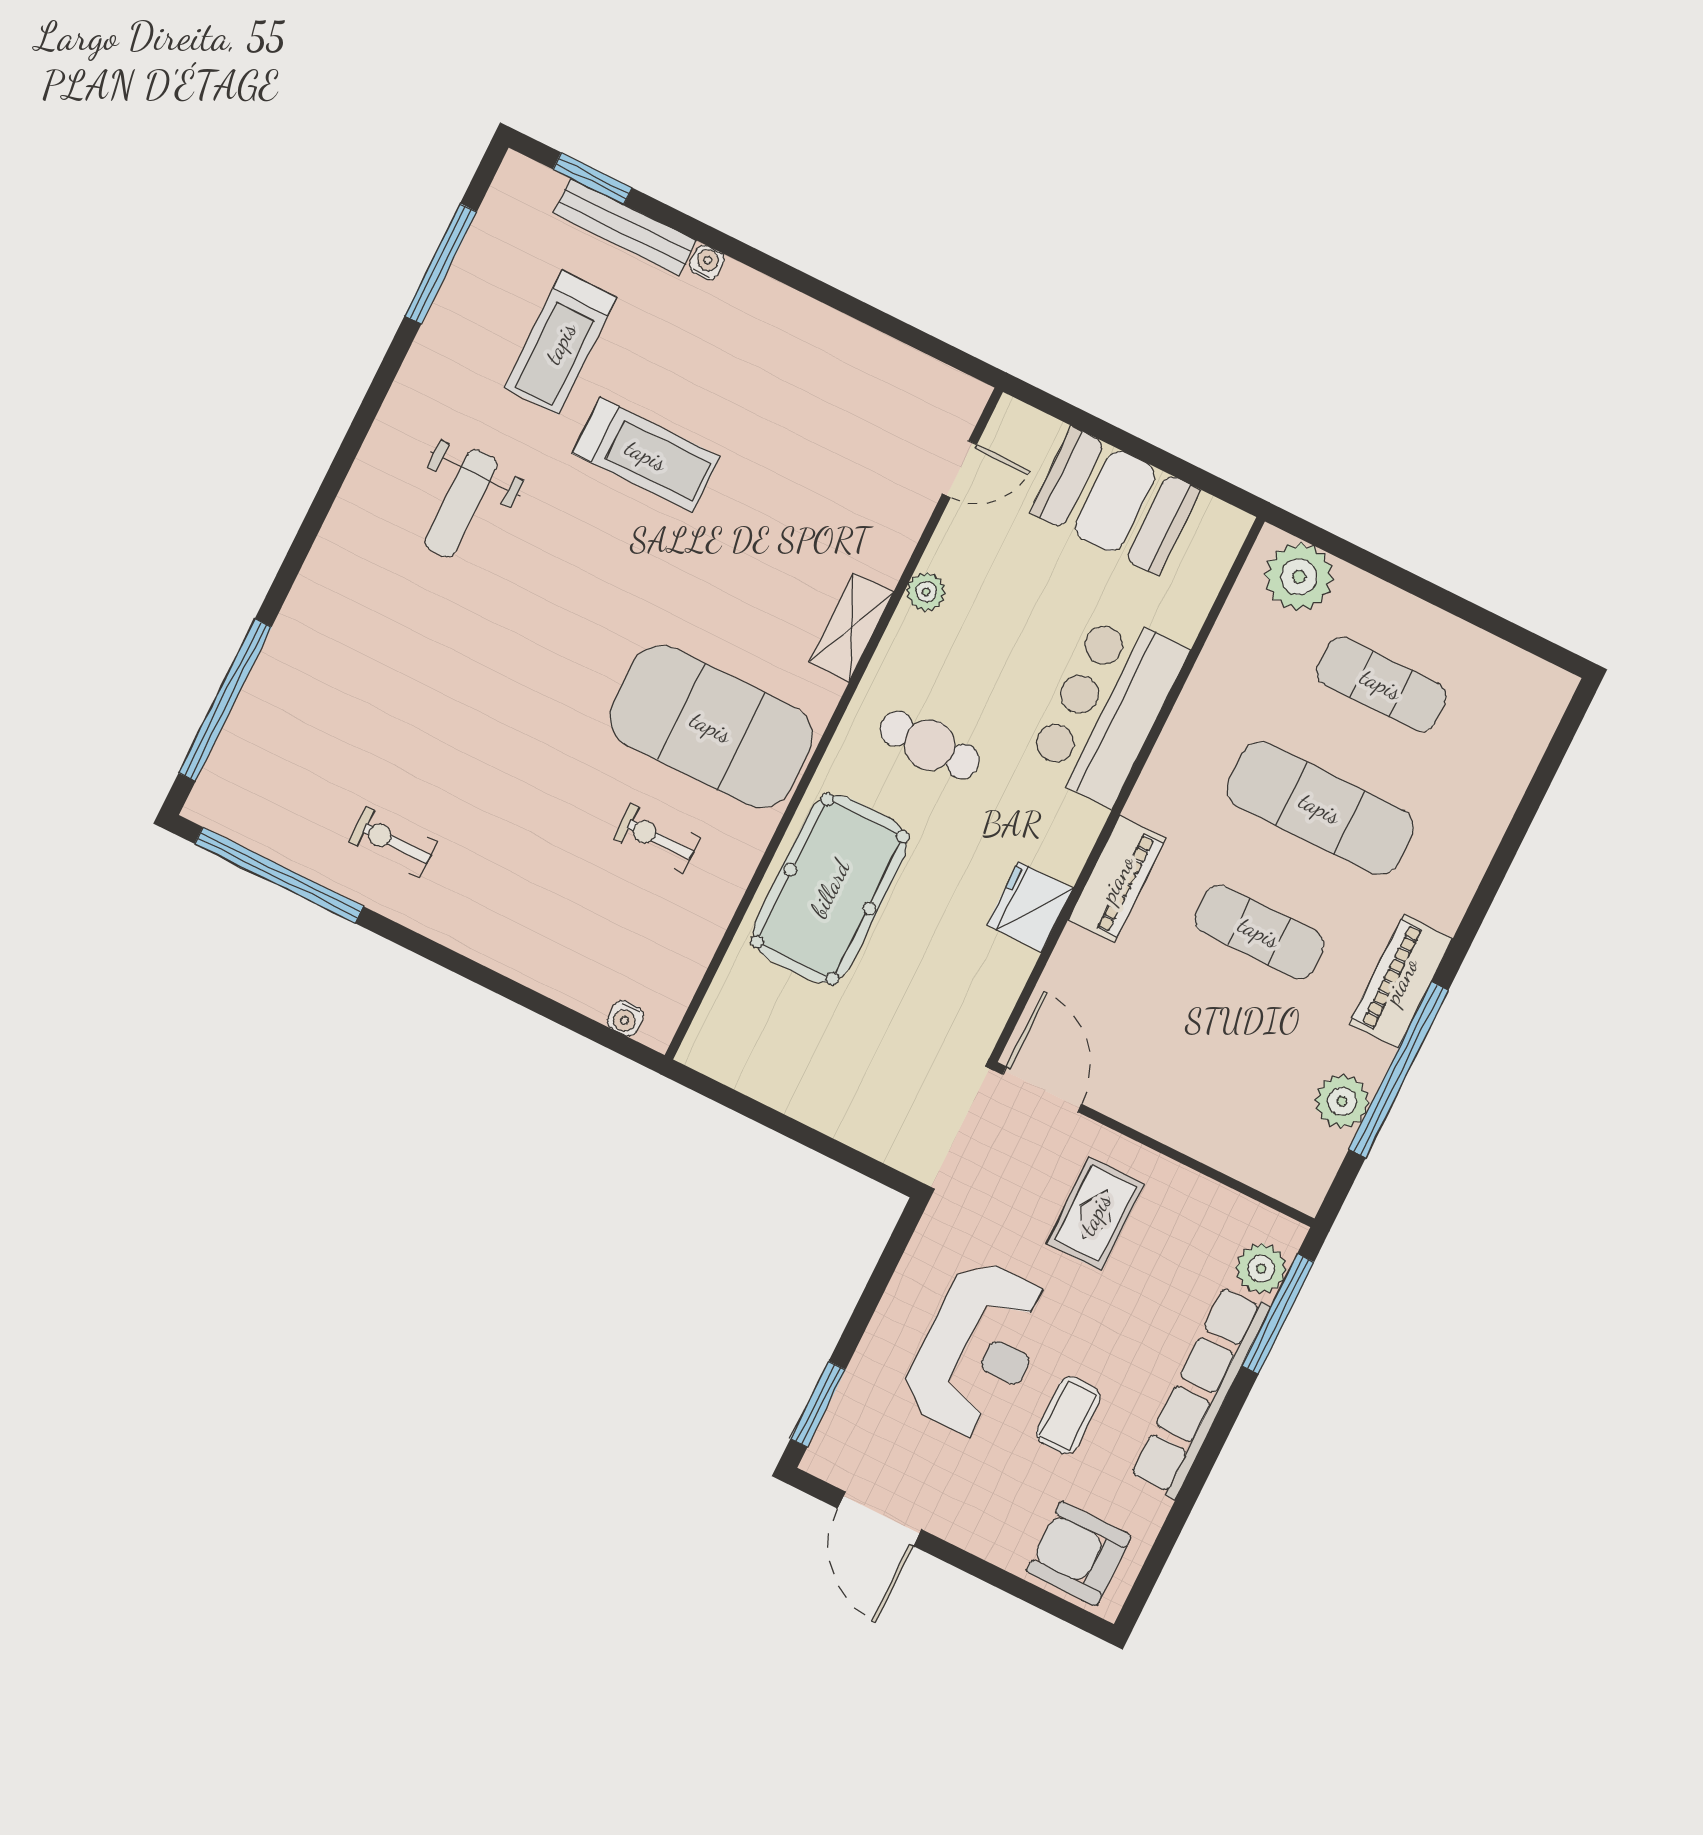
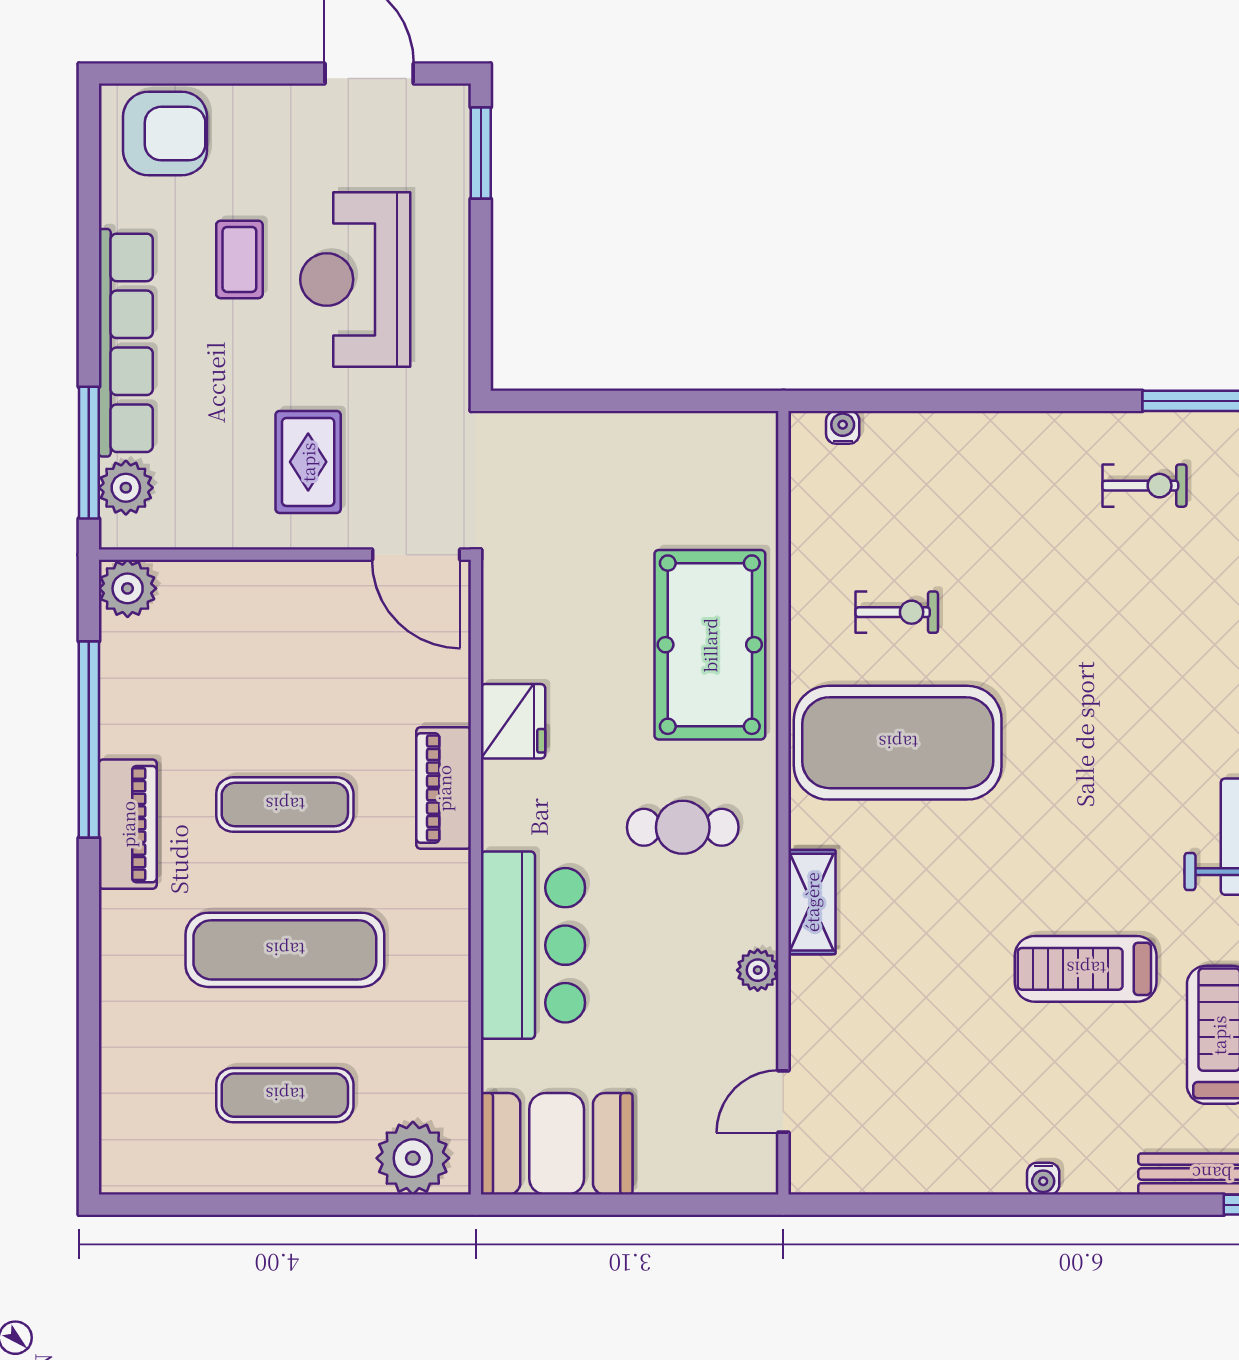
water cooler: (707, 262) -> (1043, 1179), moved
booth: (1115, 501) -> (557, 1144), moved
plant: (1342, 1101) -> (128, 588), moved

